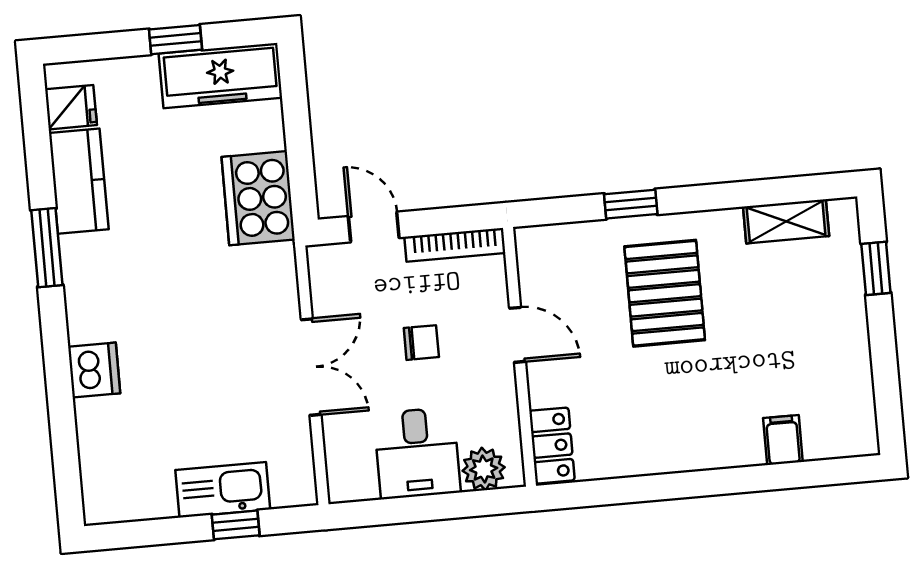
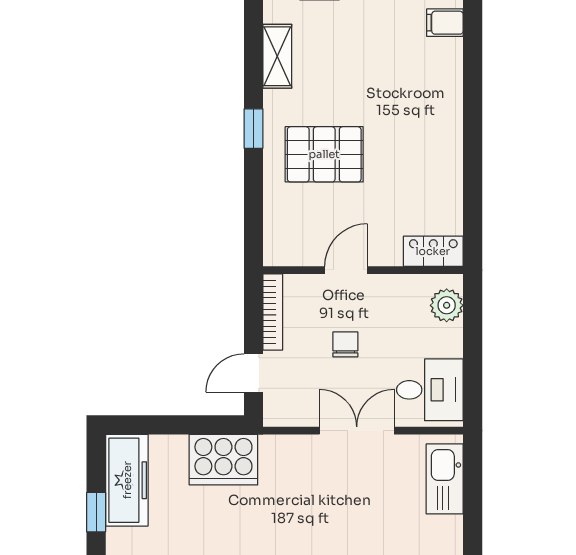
window: (631, 204) -> (254, 129), moved
filing cabinet: (783, 440) -> (445, 23), moved
desk: (417, 453) -> (430, 390), moved
kitchen sink: (223, 490) -> (445, 479), moved
window: (236, 525) -> (473, 499), removed

